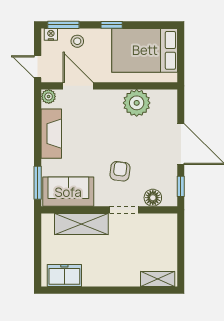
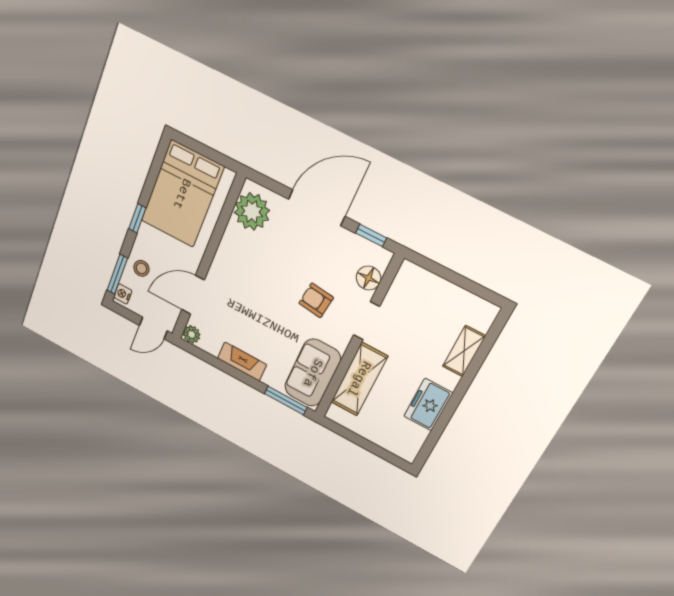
plant: (137, 103) -> (252, 211), moved
fireplace: (51, 134) -> (242, 361), width x0.73, depth x0.76
freezer: (64, 276) -> (428, 405), moved
shelving: (158, 279) -> (464, 351), moved

